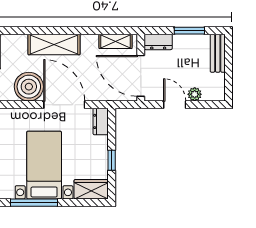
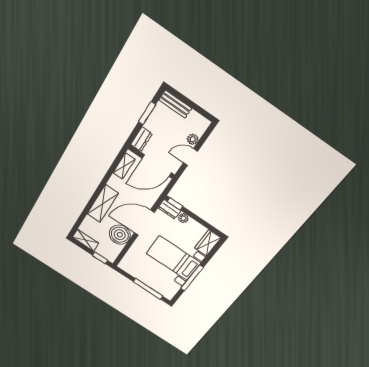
plant: (101, 143) -> (183, 218), added
window: (112, 160) -> (175, 204), moved

